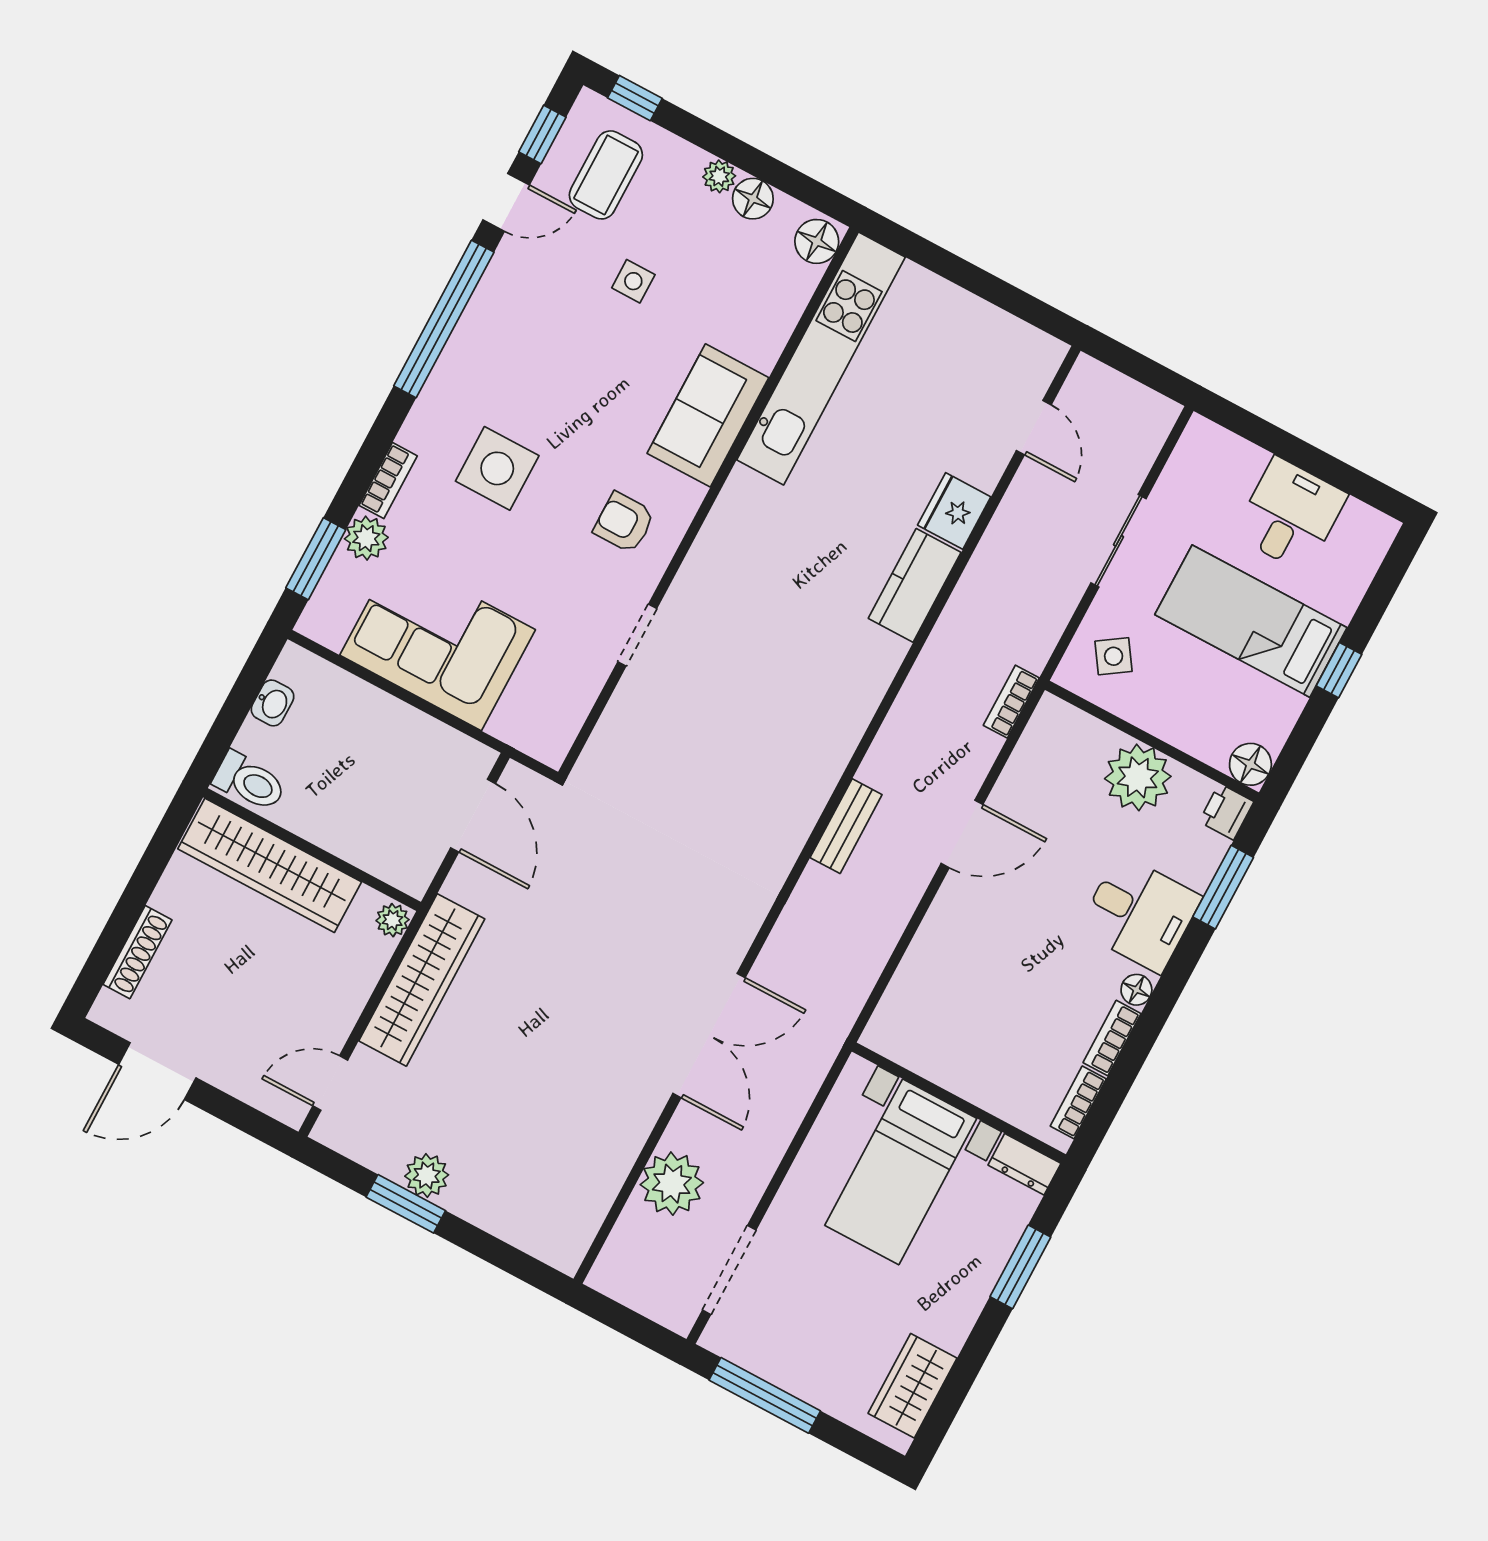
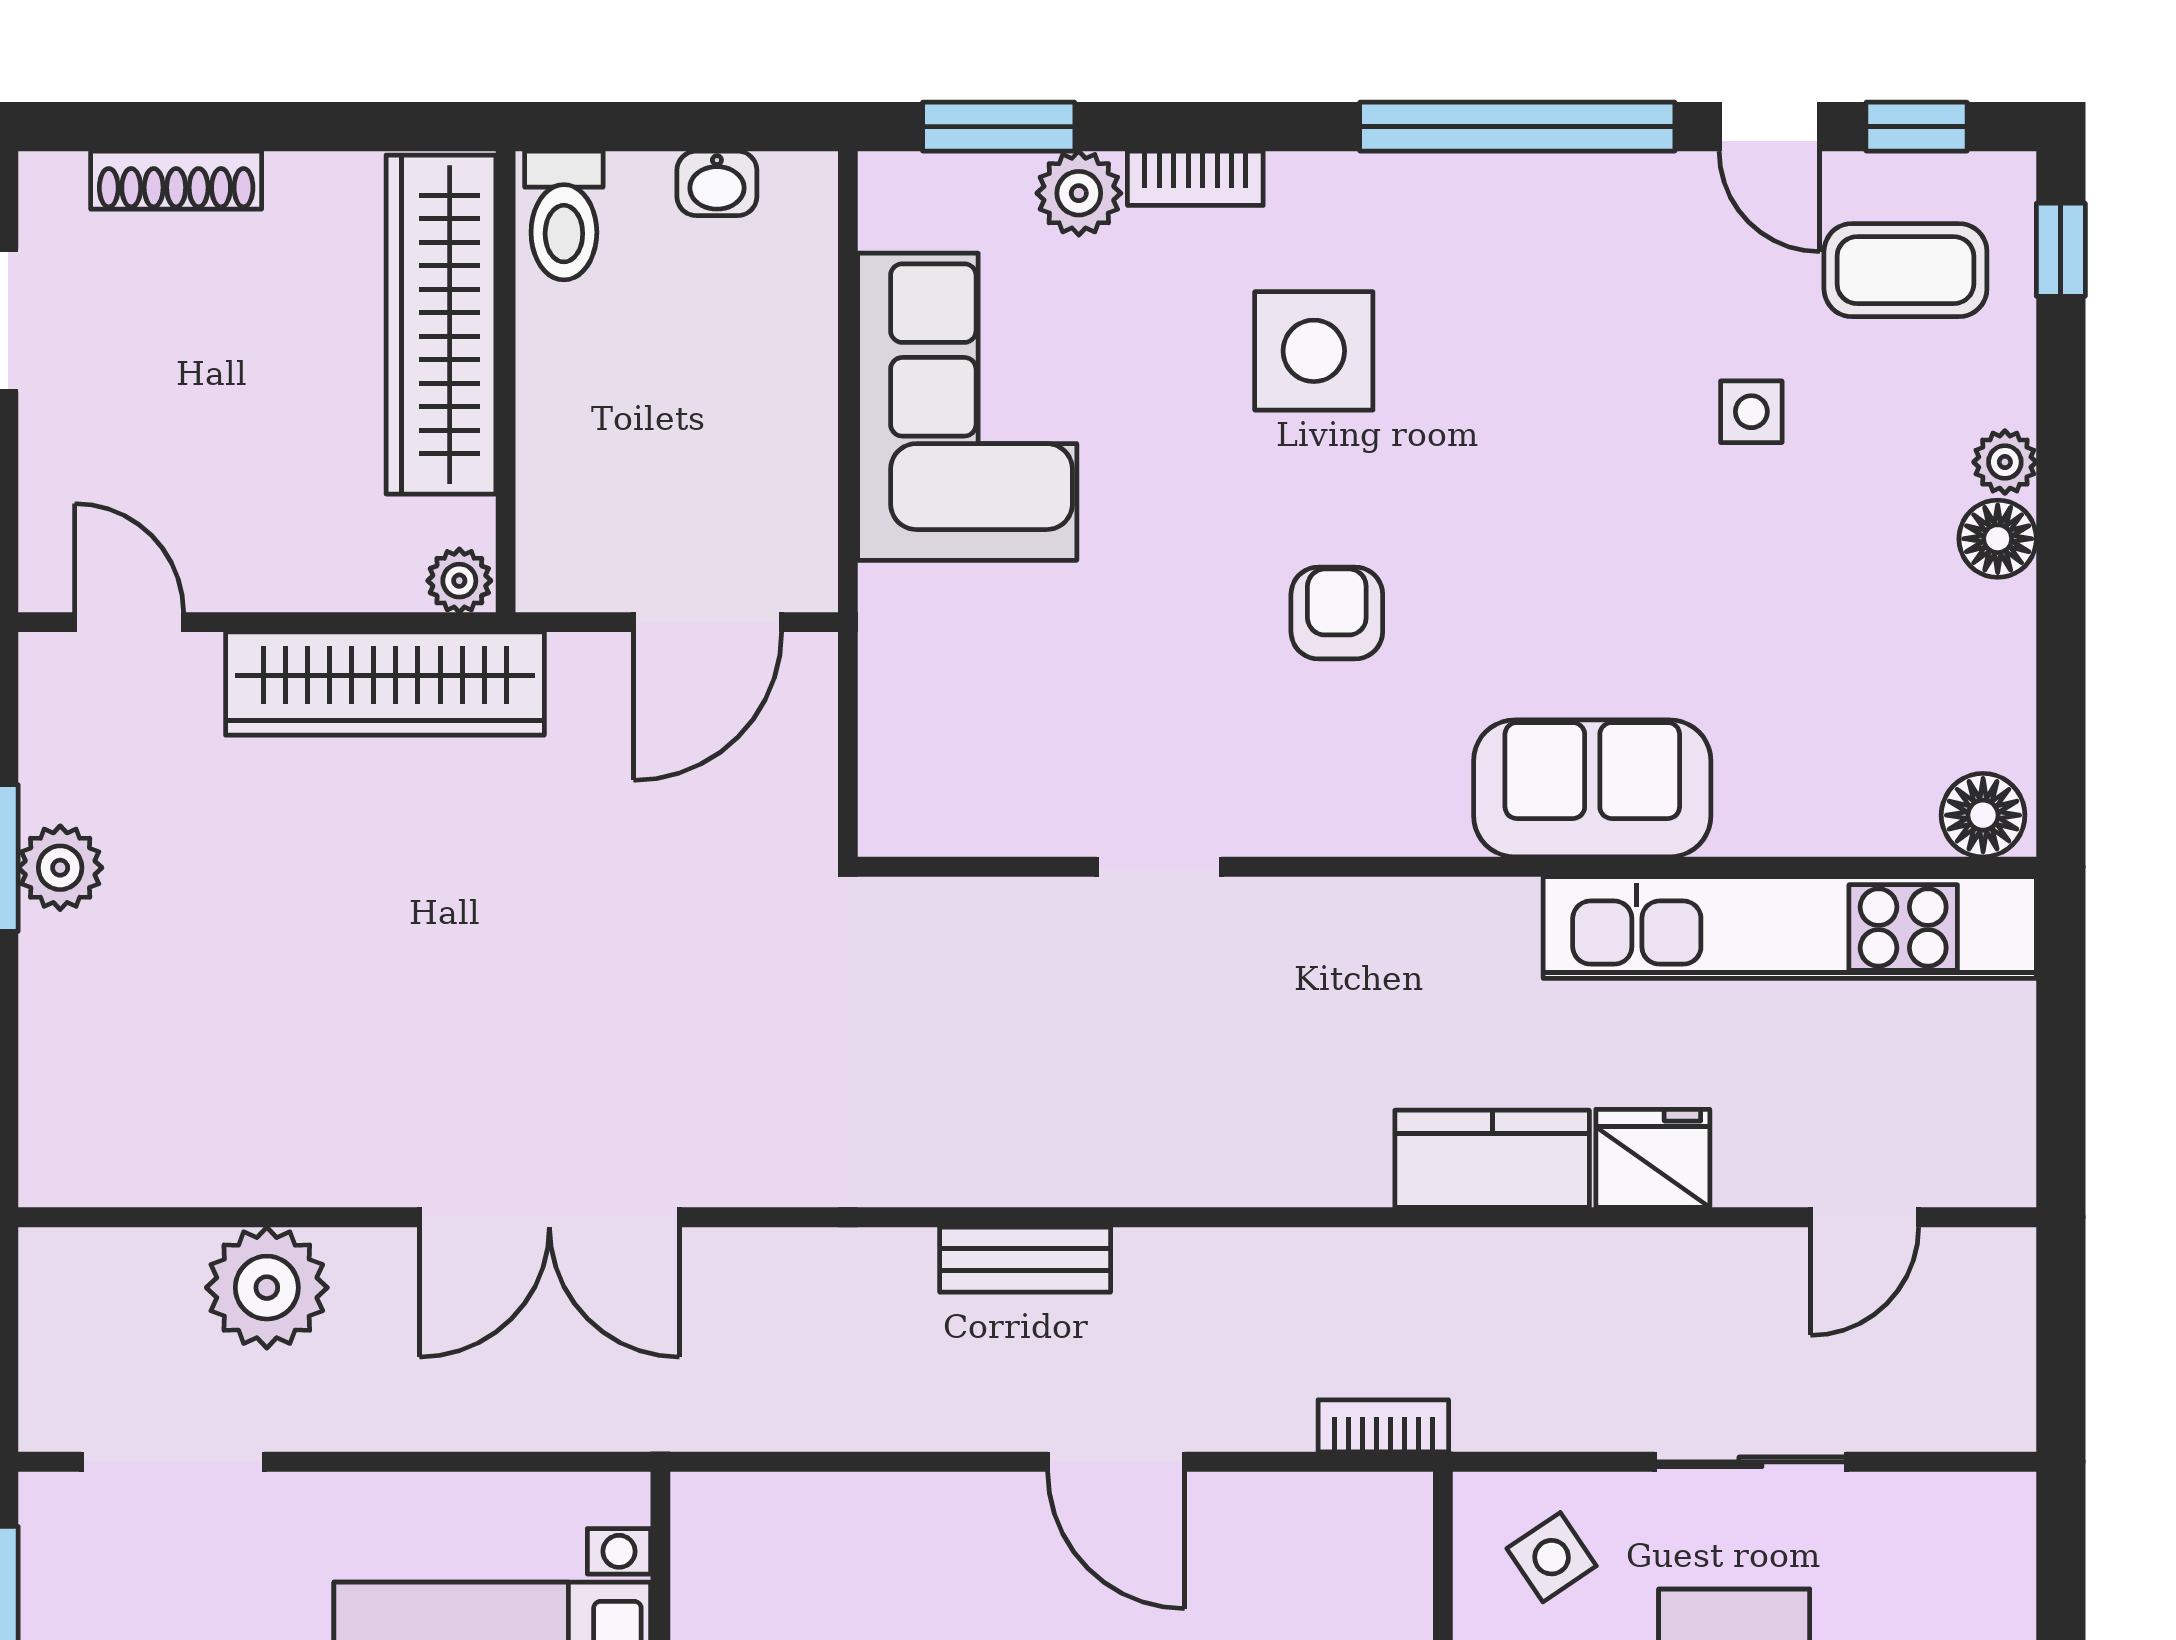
floor lamp: (817, 241) -> (1983, 815), moved
kitchen unit: (821, 359) -> (1790, 927), moved
sofa: (708, 415) -> (1592, 788), moved
wall: (708, 502) -> (1447, 867), moved
doorway: (637, 635) -> (1159, 867), moved

